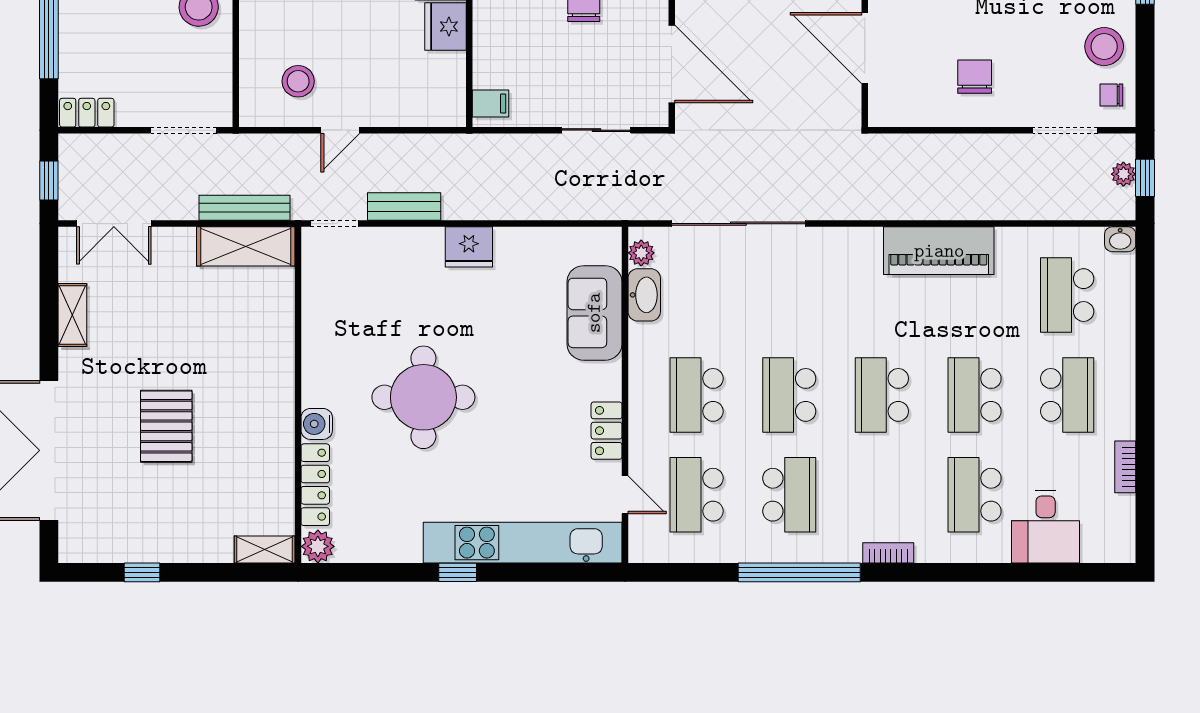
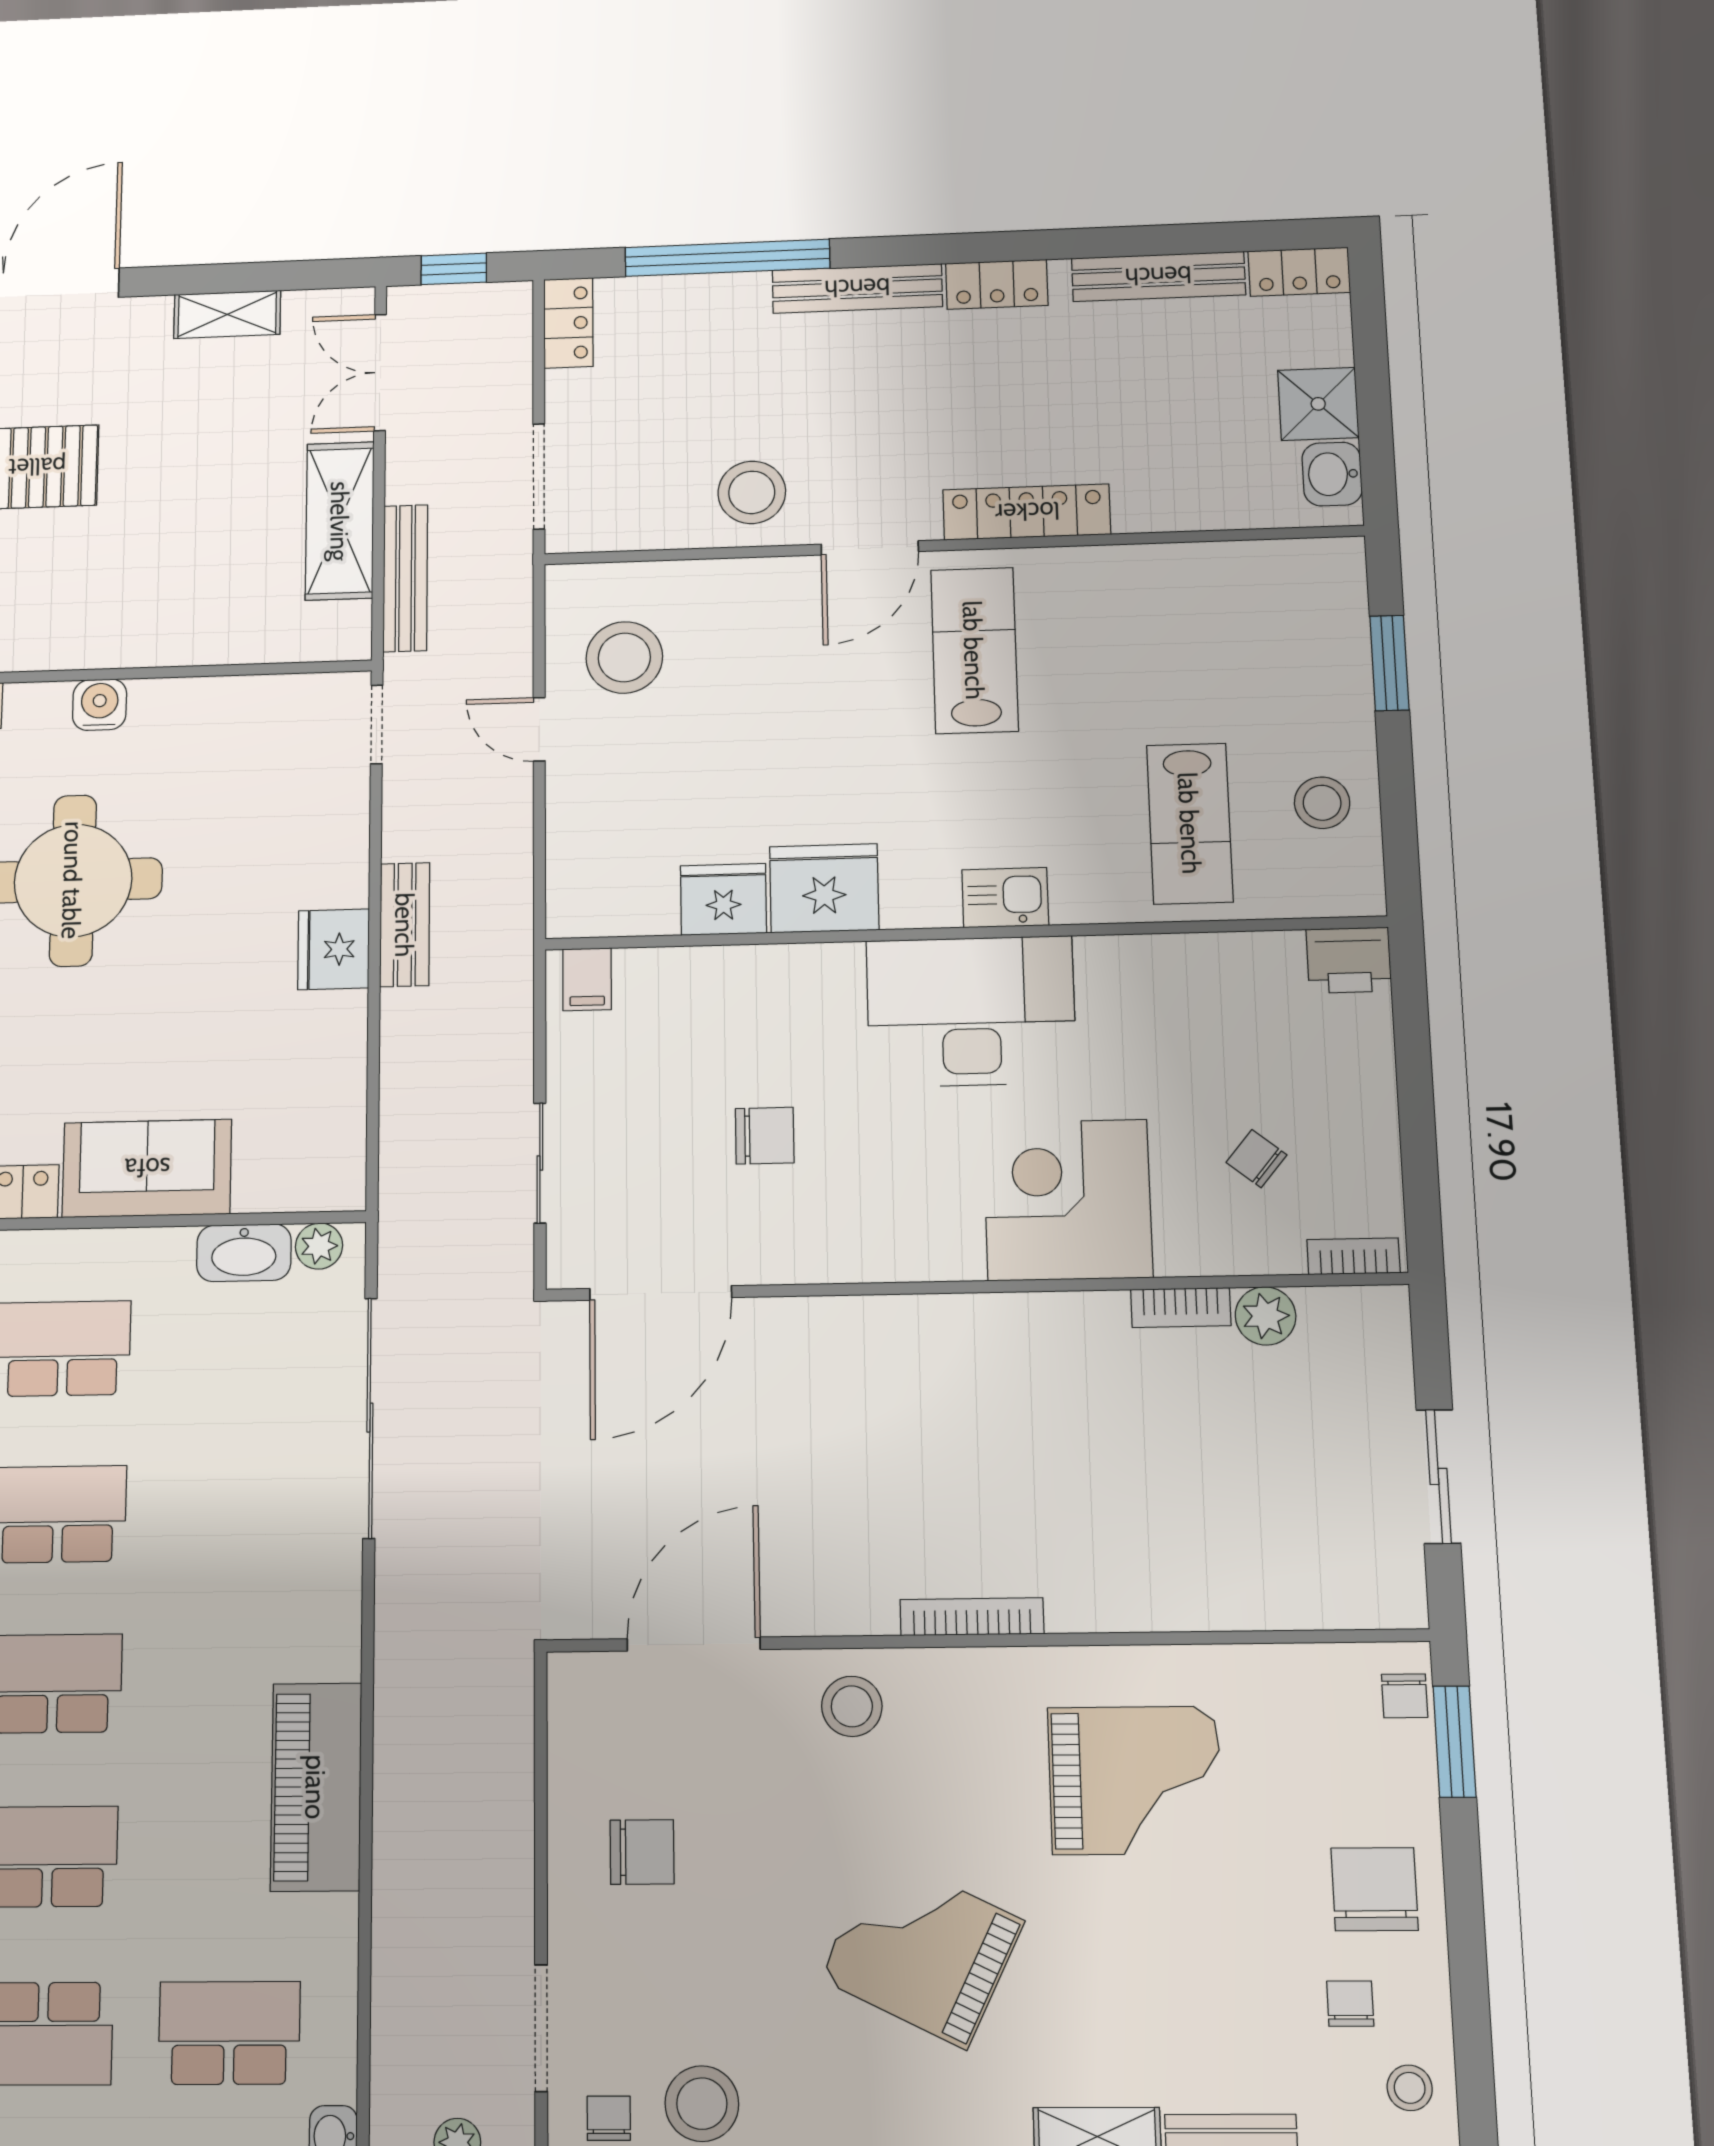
stool: (298, 81) -> (624, 657), width x1.38, depth x1.38
bench: (404, 207) -> (405, 925), moved
shelving: (246, 246) -> (340, 521), moved
sofa: (594, 313) -> (147, 1168), moved
water cooler: (317, 424) -> (100, 705), moved

